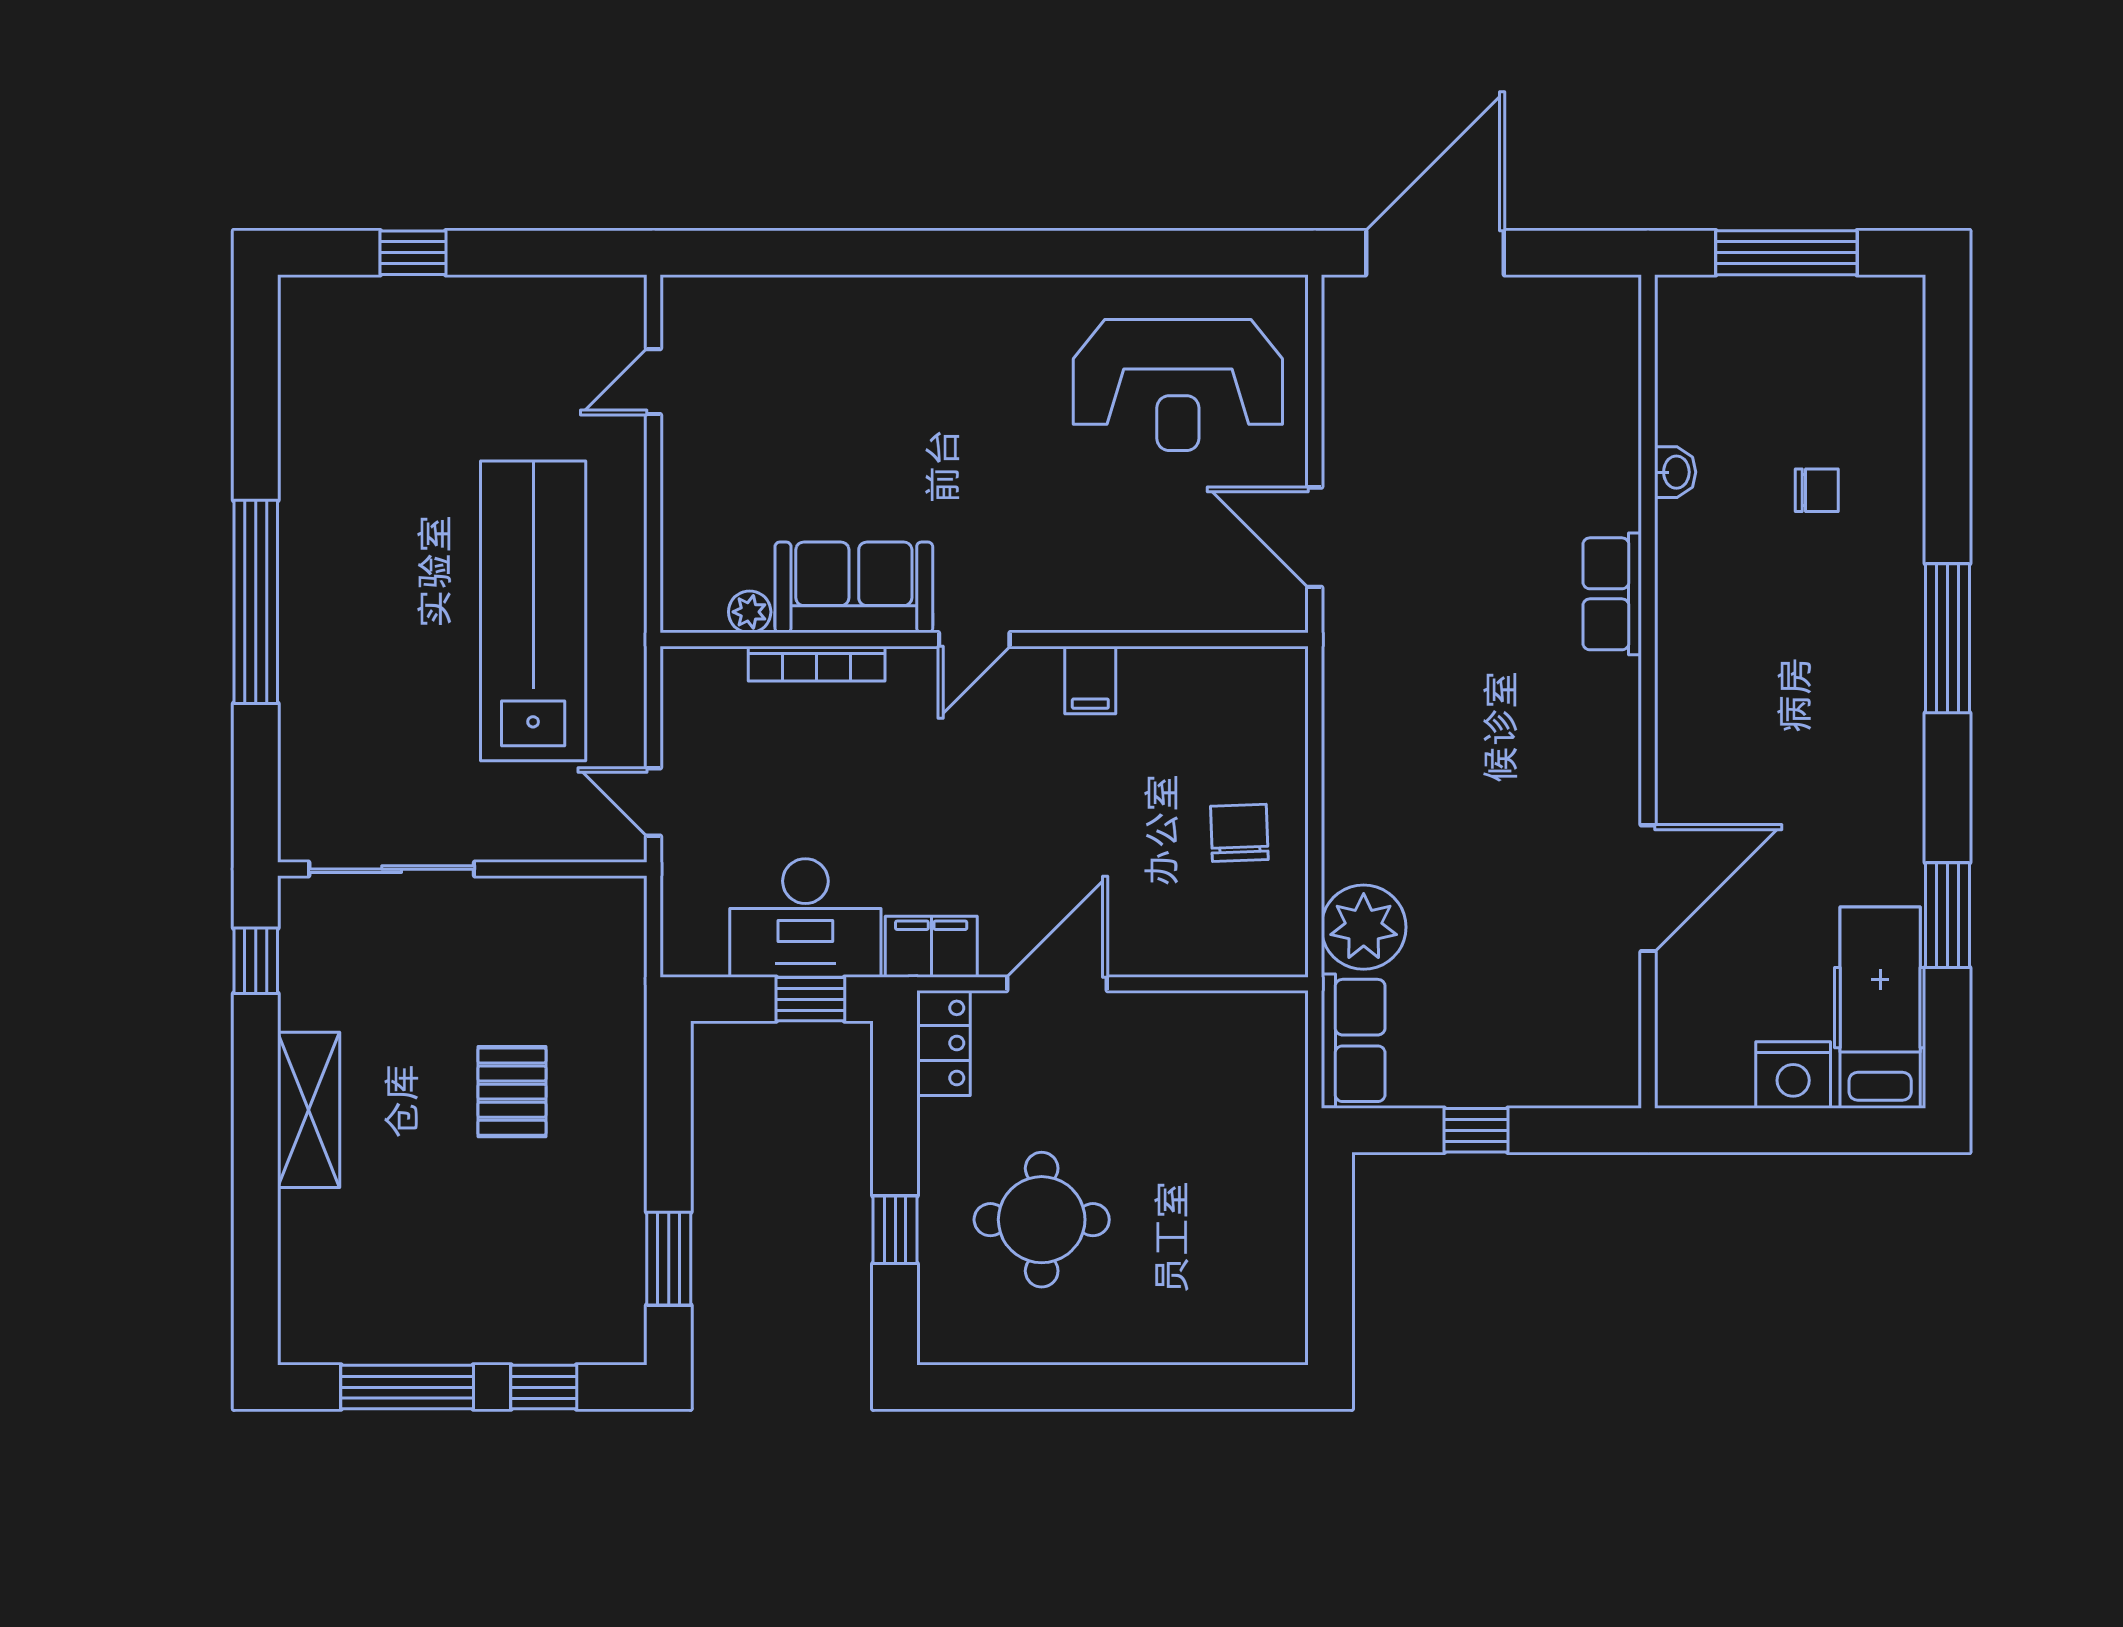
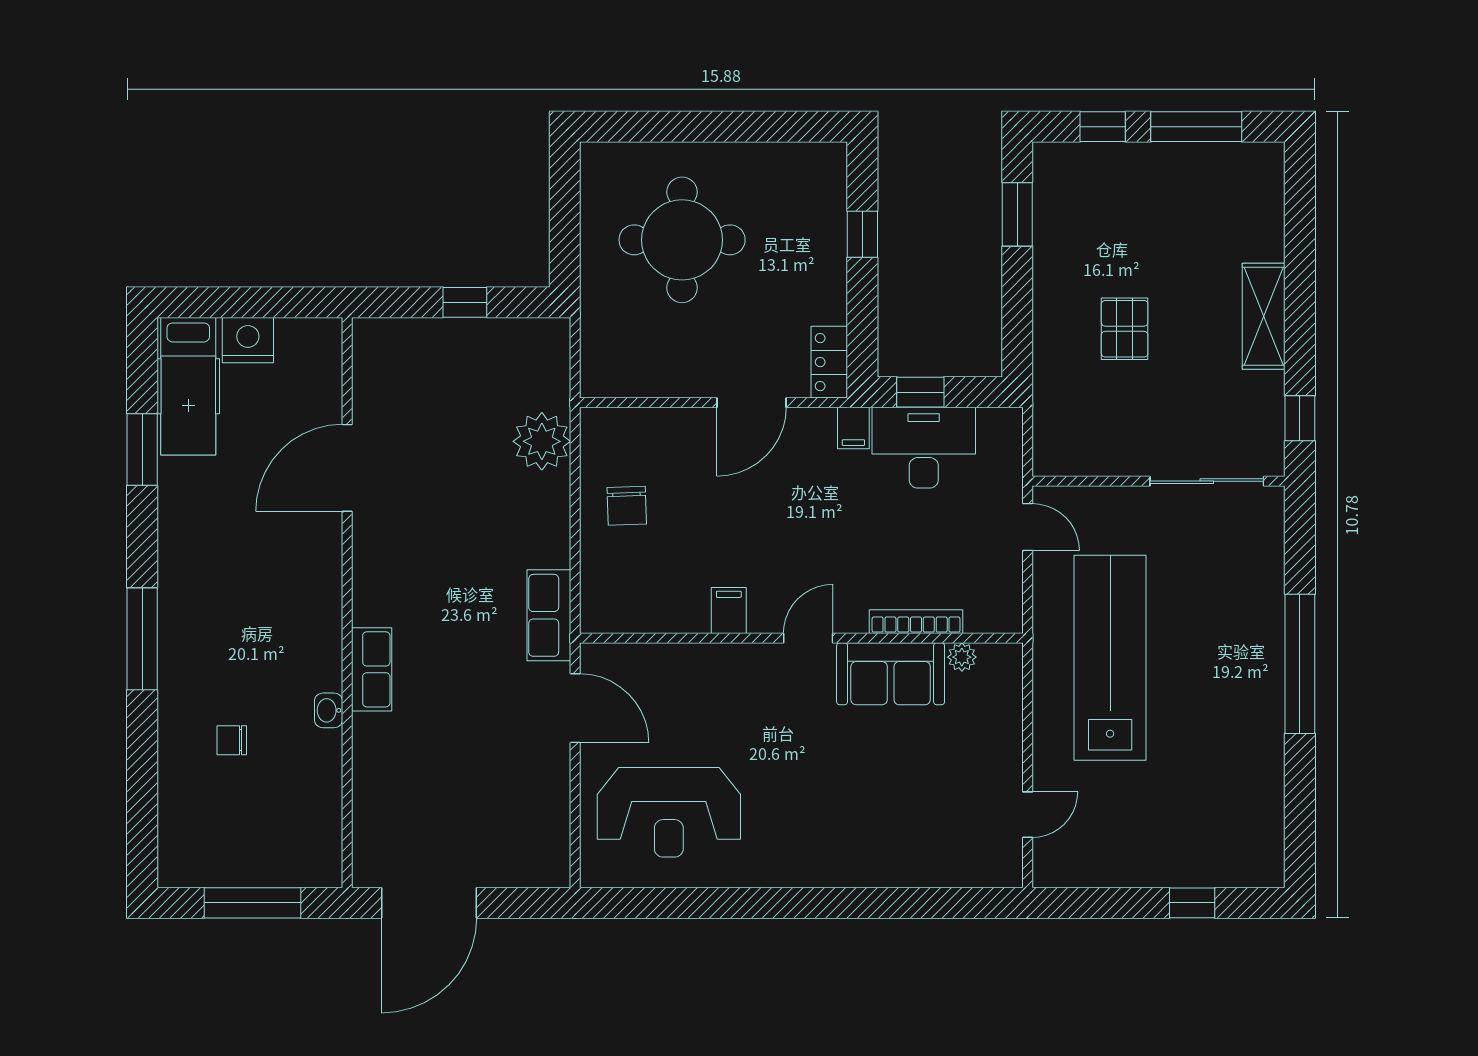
door: (1435, 253) -> (429, 903), moved
reception desk: (1178, 385) -> (669, 812), turned 180
washbasin: (1675, 472) -> (329, 710), moved
lab bench: (533, 611) -> (1110, 658), turned 180
filing cabinet: (931, 947) -> (853, 428), width x0.50
row of seats: (1353, 1040) -> (549, 615), moved
round table: (1042, 1220) -> (682, 240), moved, width x1.36, depth x1.36

